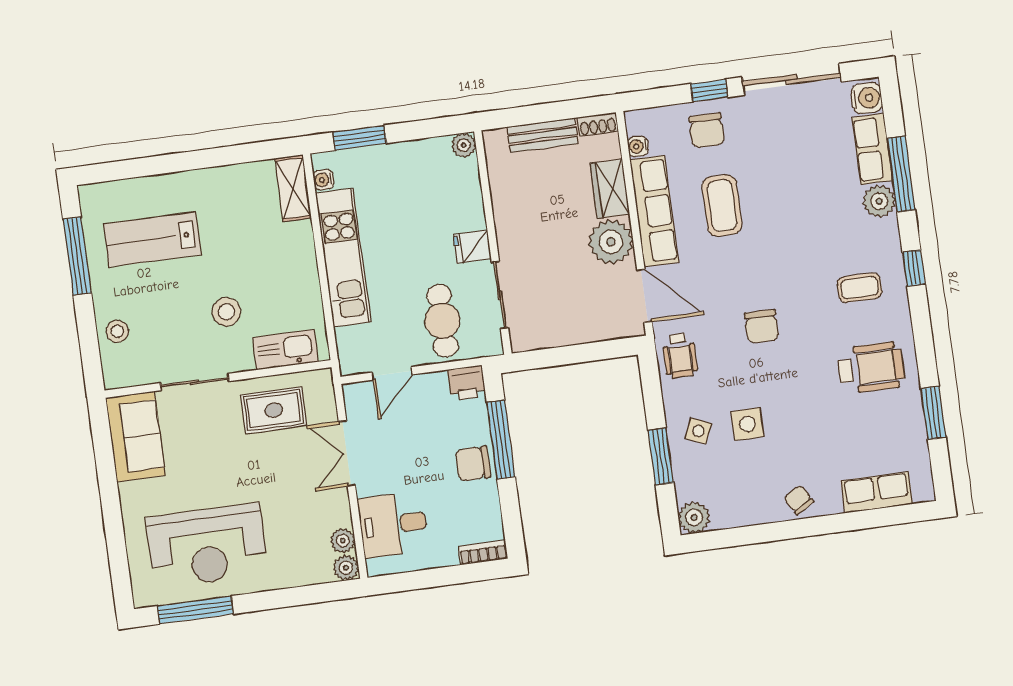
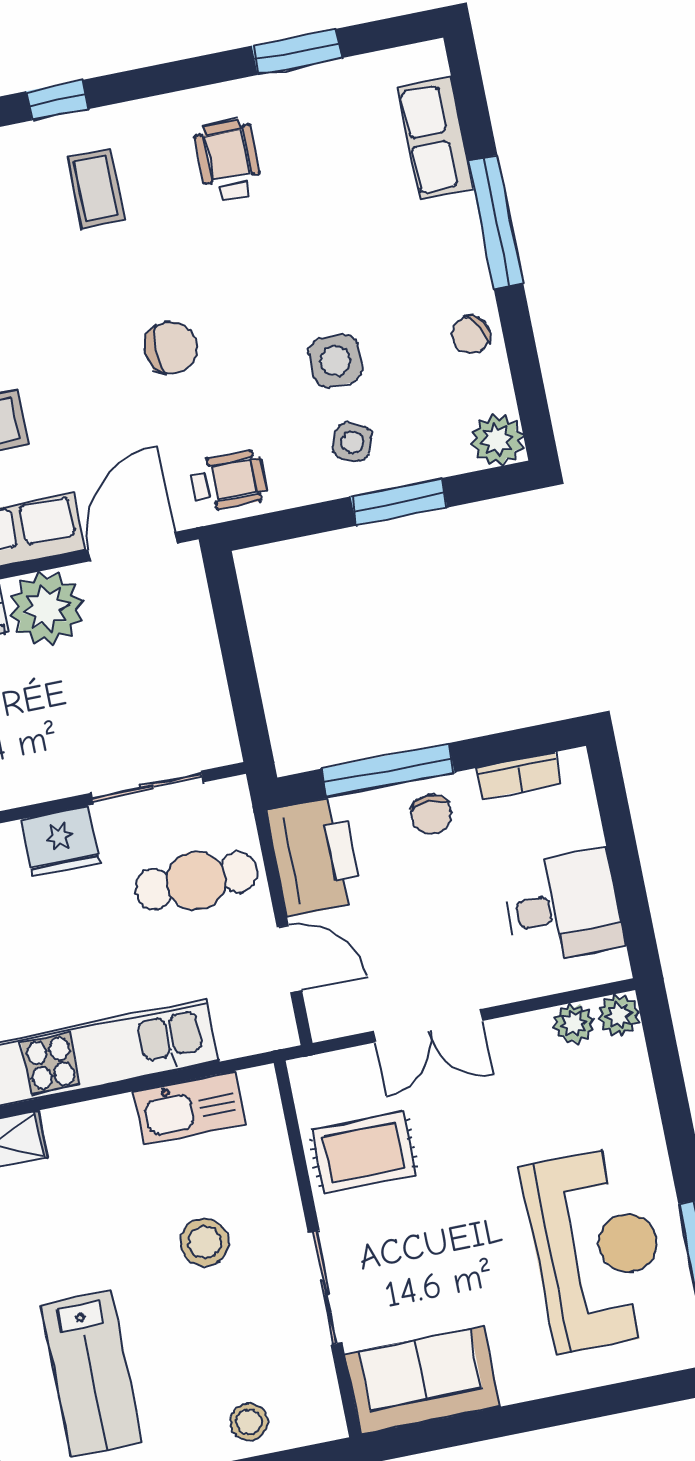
fridge: (472, 247) -> (60, 841), width x1.38
kitchen sink: (285, 350) -> (189, 1108), moved, turned -90
wheelchair: (871, 368) -> (228, 161), width x0.73, depth x0.73
printer: (467, 383) -> (315, 856), width x1.87, depth x1.48
rug: (274, 410) -> (364, 1153), turned 90
chair: (473, 464) -> (431, 814), width x0.73, depth x0.73
chair: (799, 500) -> (471, 335), moved
desk: (393, 525) -> (563, 907), moved, turned -90
window: (824, 525) -> (496, 222), added
bookcase: (483, 552) -> (519, 776), moved, turned -90

